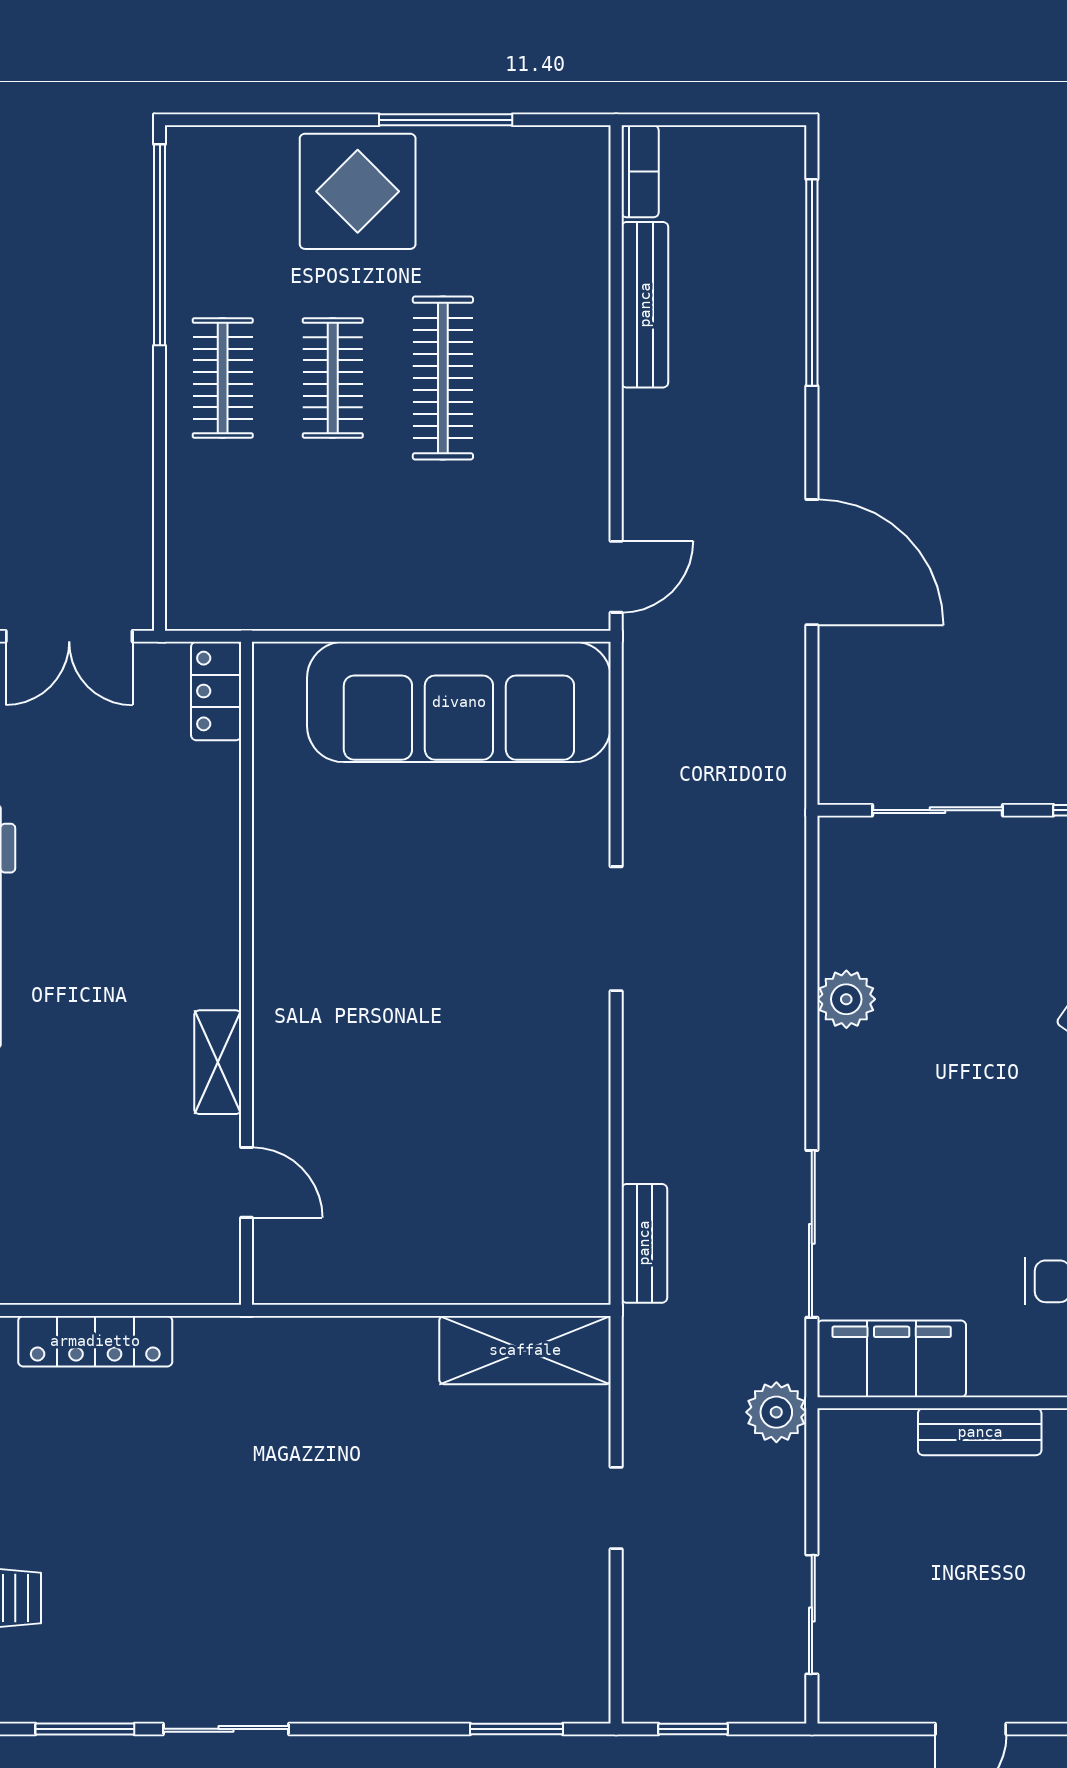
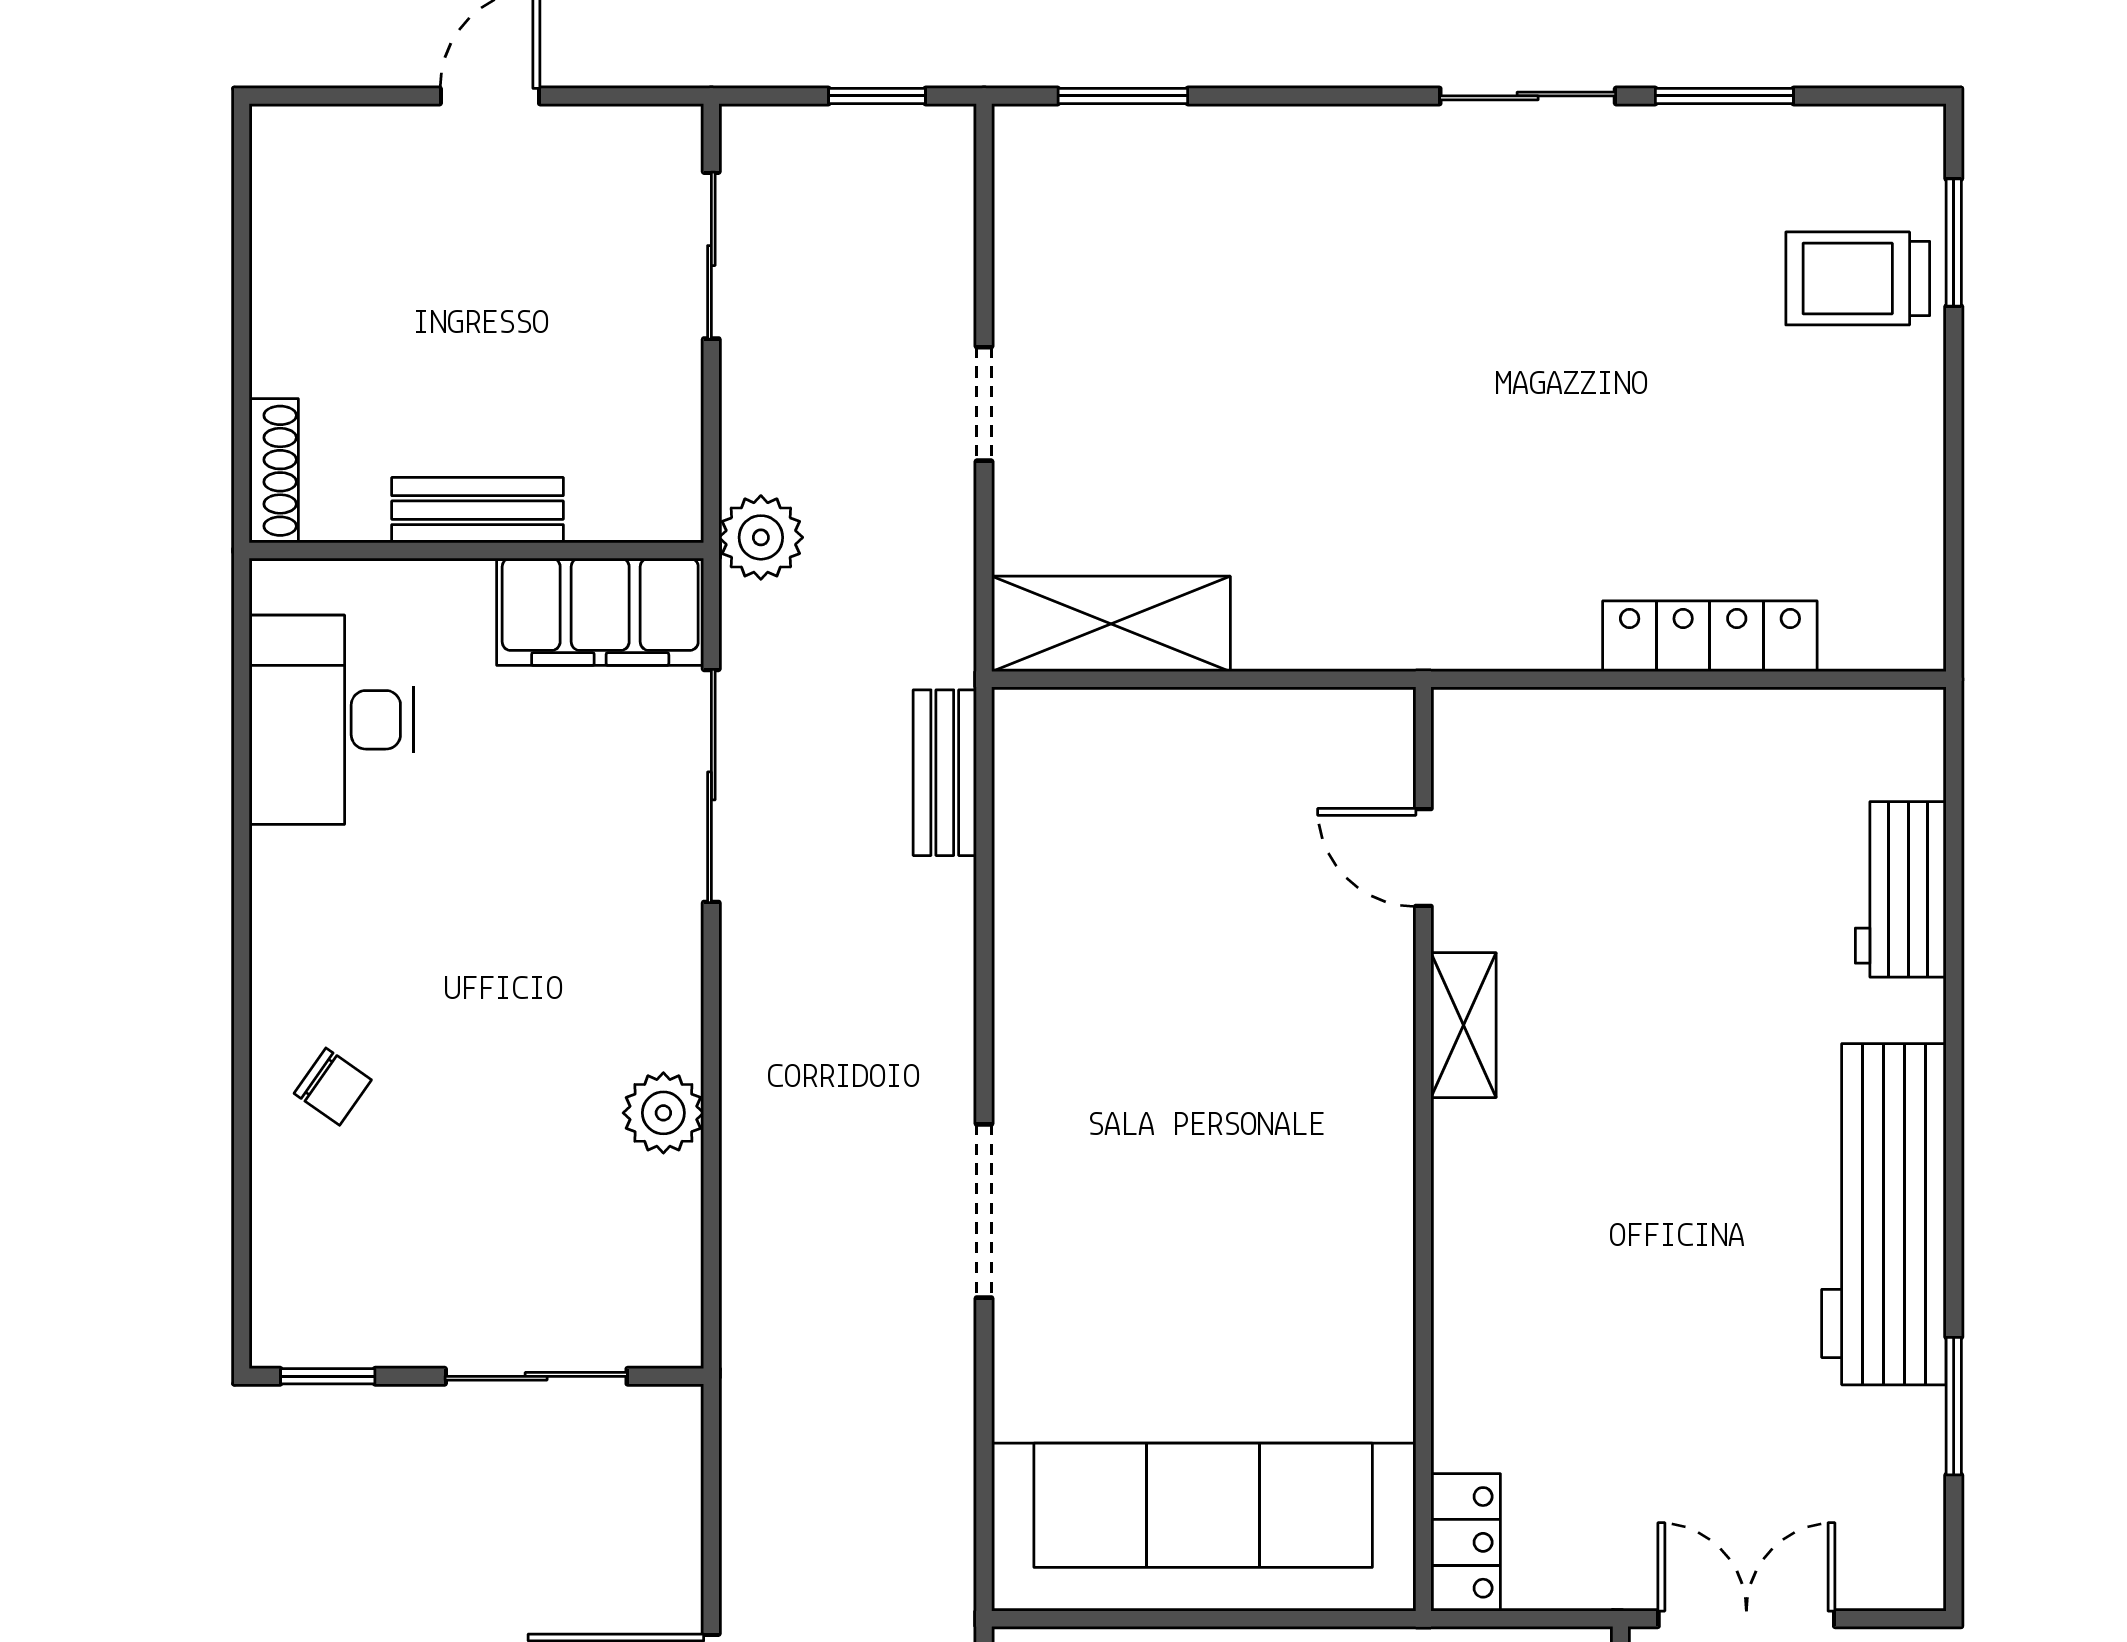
locker: (216, 691) -> (1466, 1542), moved
wall: (246, 973) -> (1423, 1149), moved
shelving: (218, 1062) -> (1464, 1025), moved
door: (246, 1182) -> (1423, 858), moved

